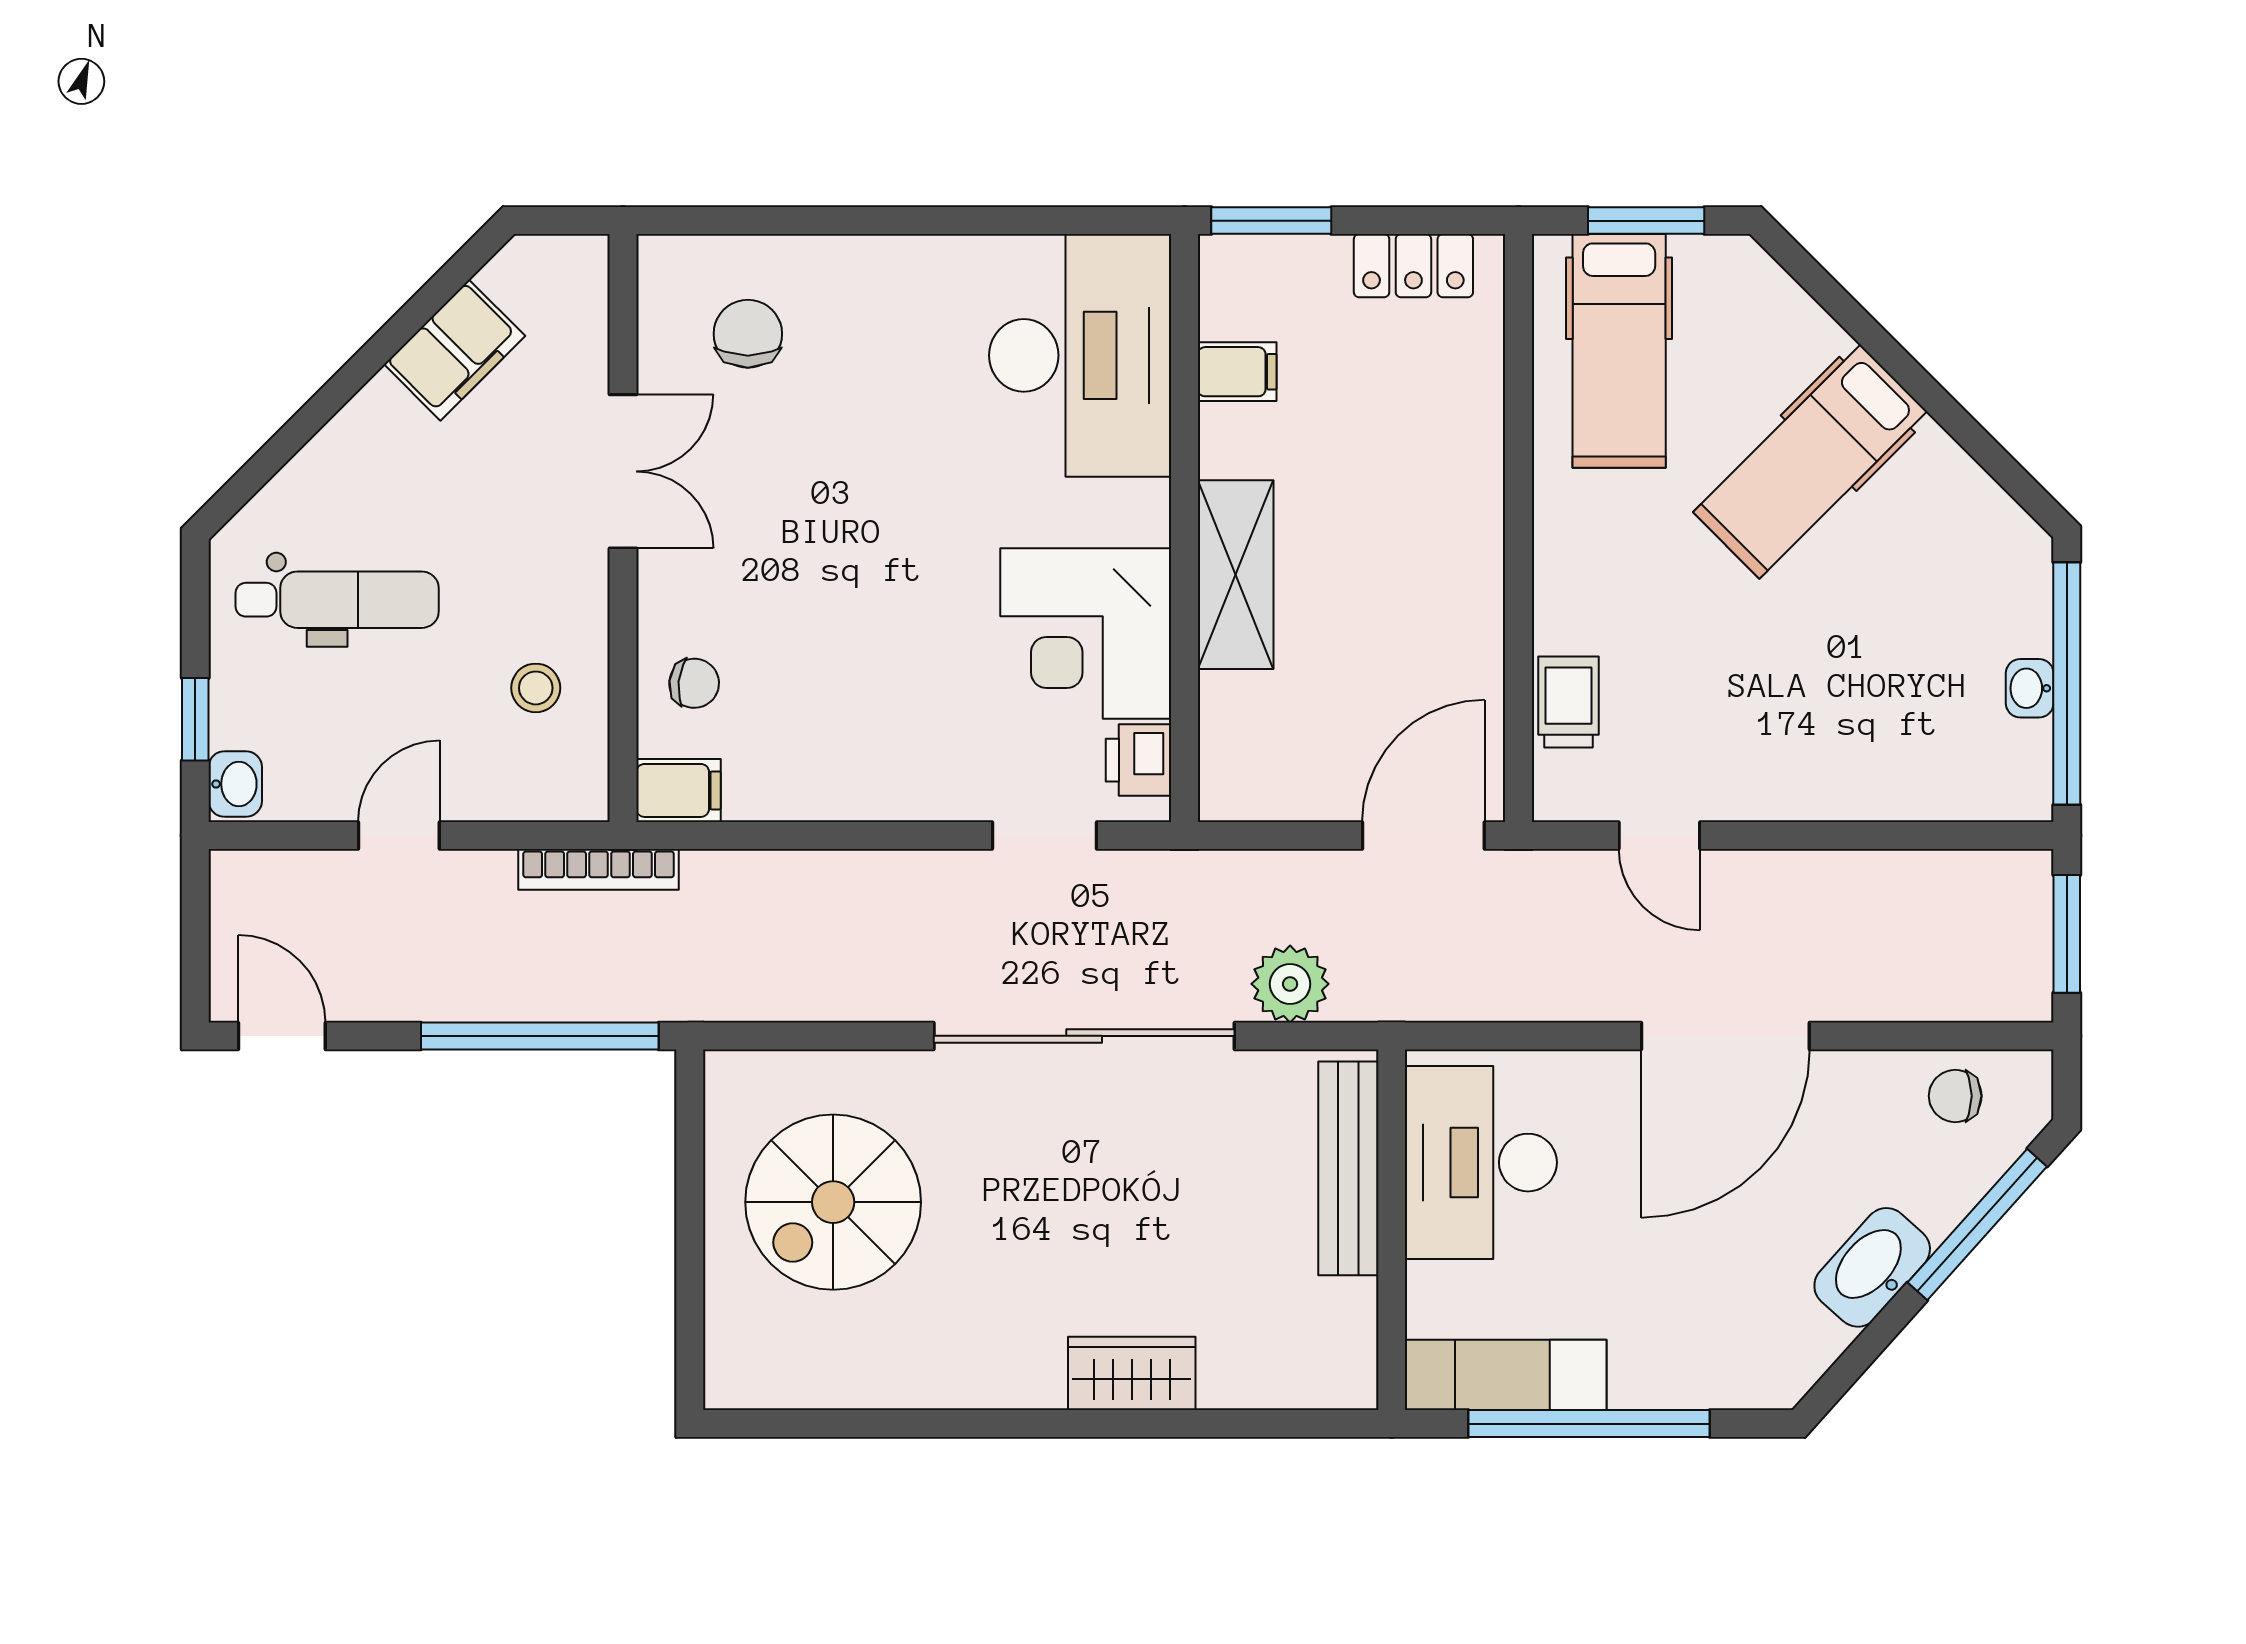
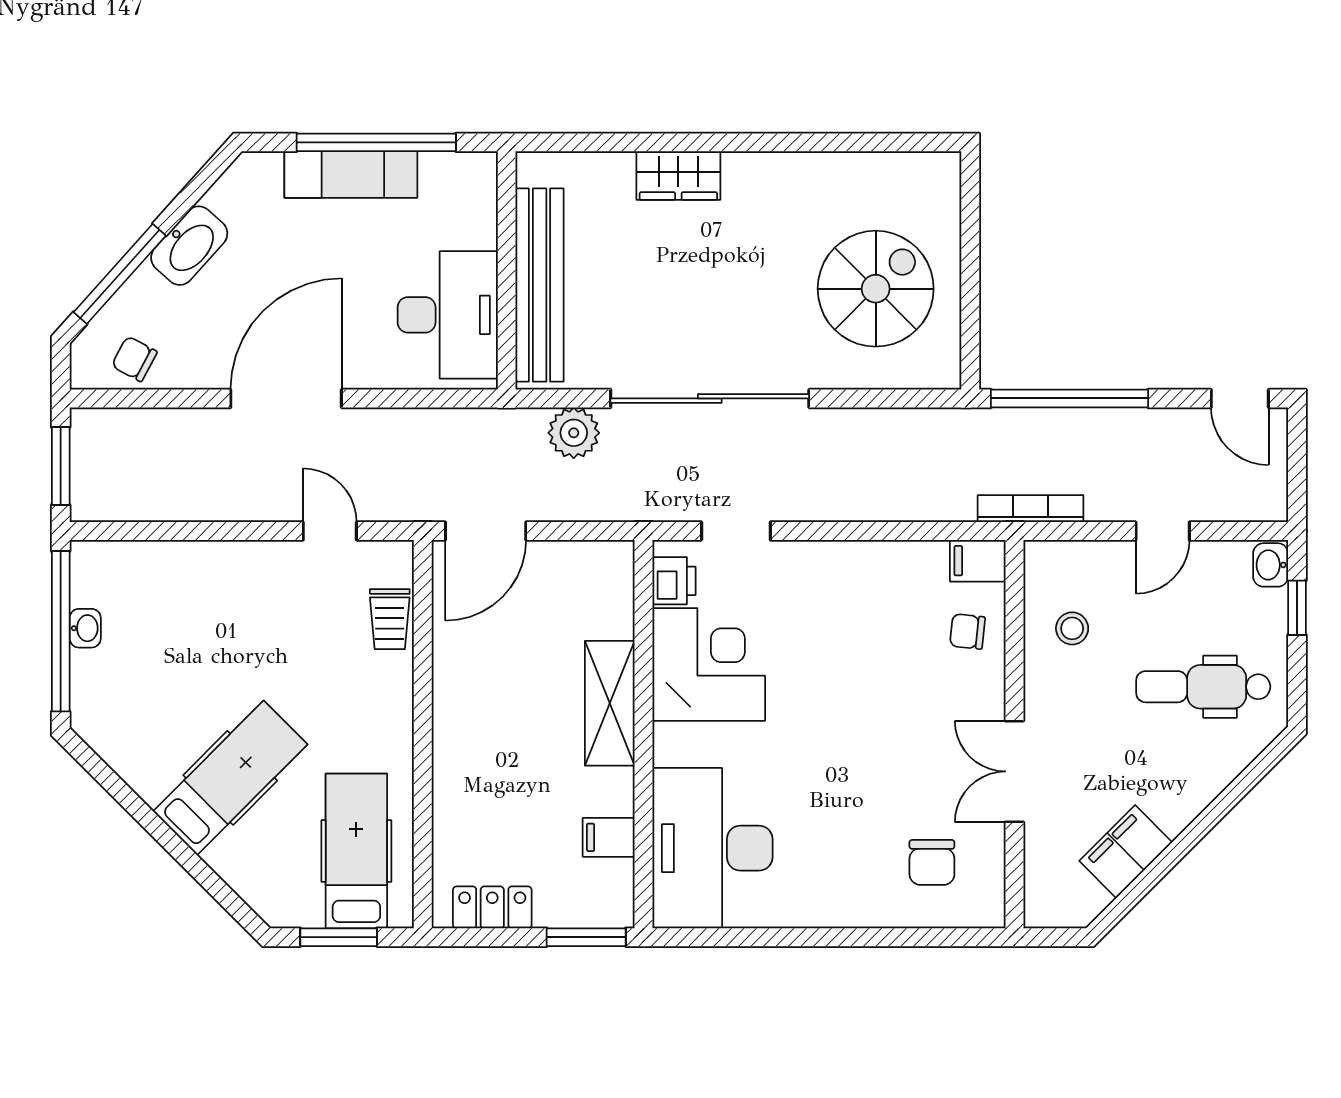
chair: (1955, 1096) -> (134, 359), turned -152
bench: (1348, 1168) -> (540, 285), width x1.37, depth x1.21
exam couch: (1506, 1375) -> (351, 175), moved

